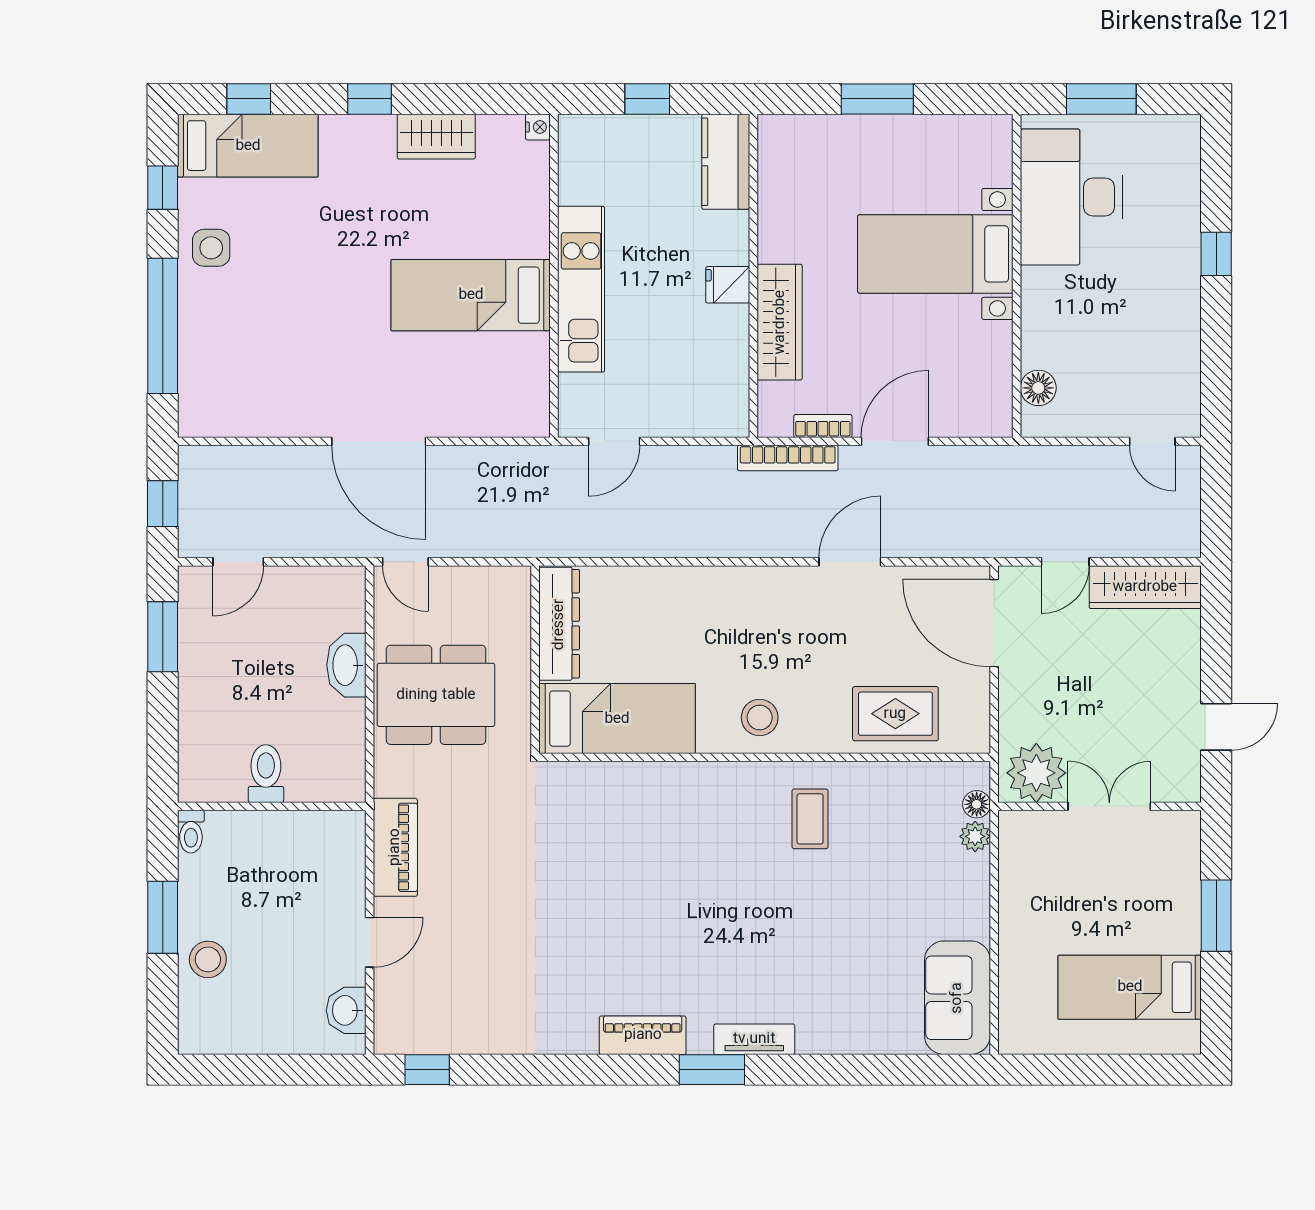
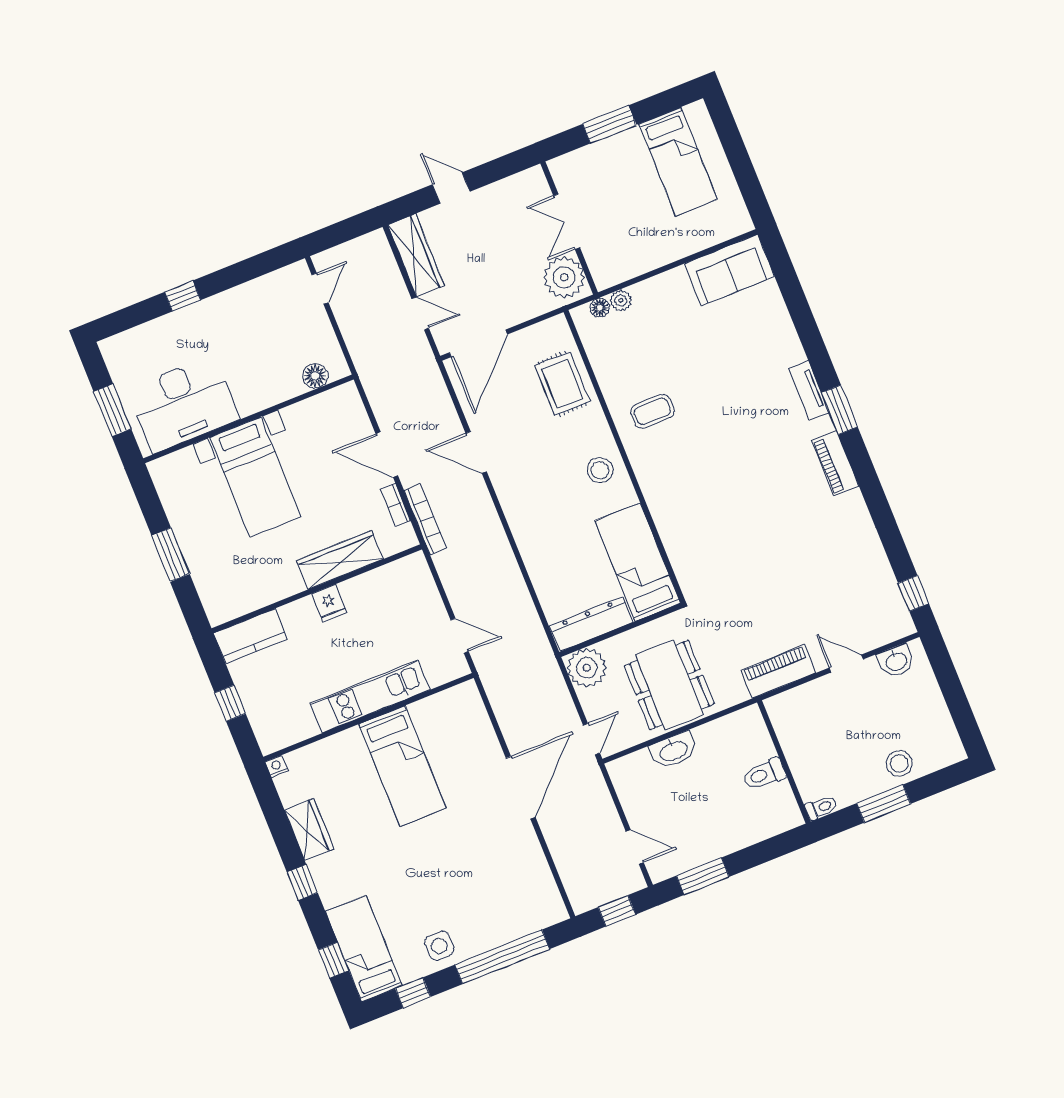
plant: (503, 594) -> (587, 668), added
door: (1216, 727) -> (451, 188), moved

